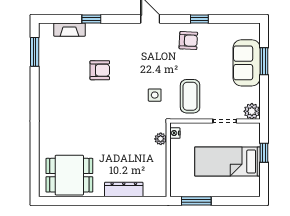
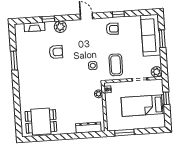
plant: (109, 32) -> (60, 27), added
window: (35, 52) -> (14, 61), moved
sofa: (247, 63) -> (151, 35), width x1.36
dresser: (124, 189) -> (88, 128), moved

